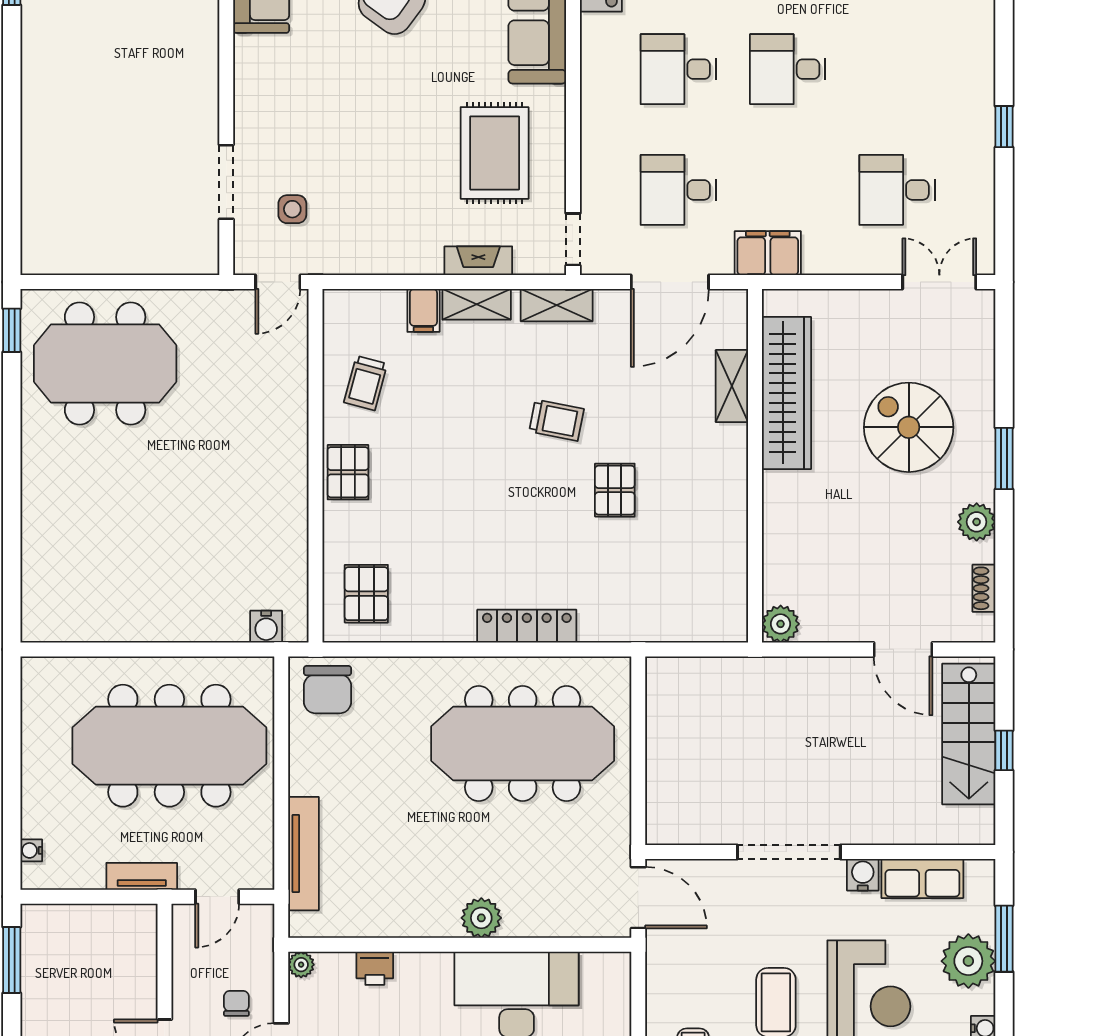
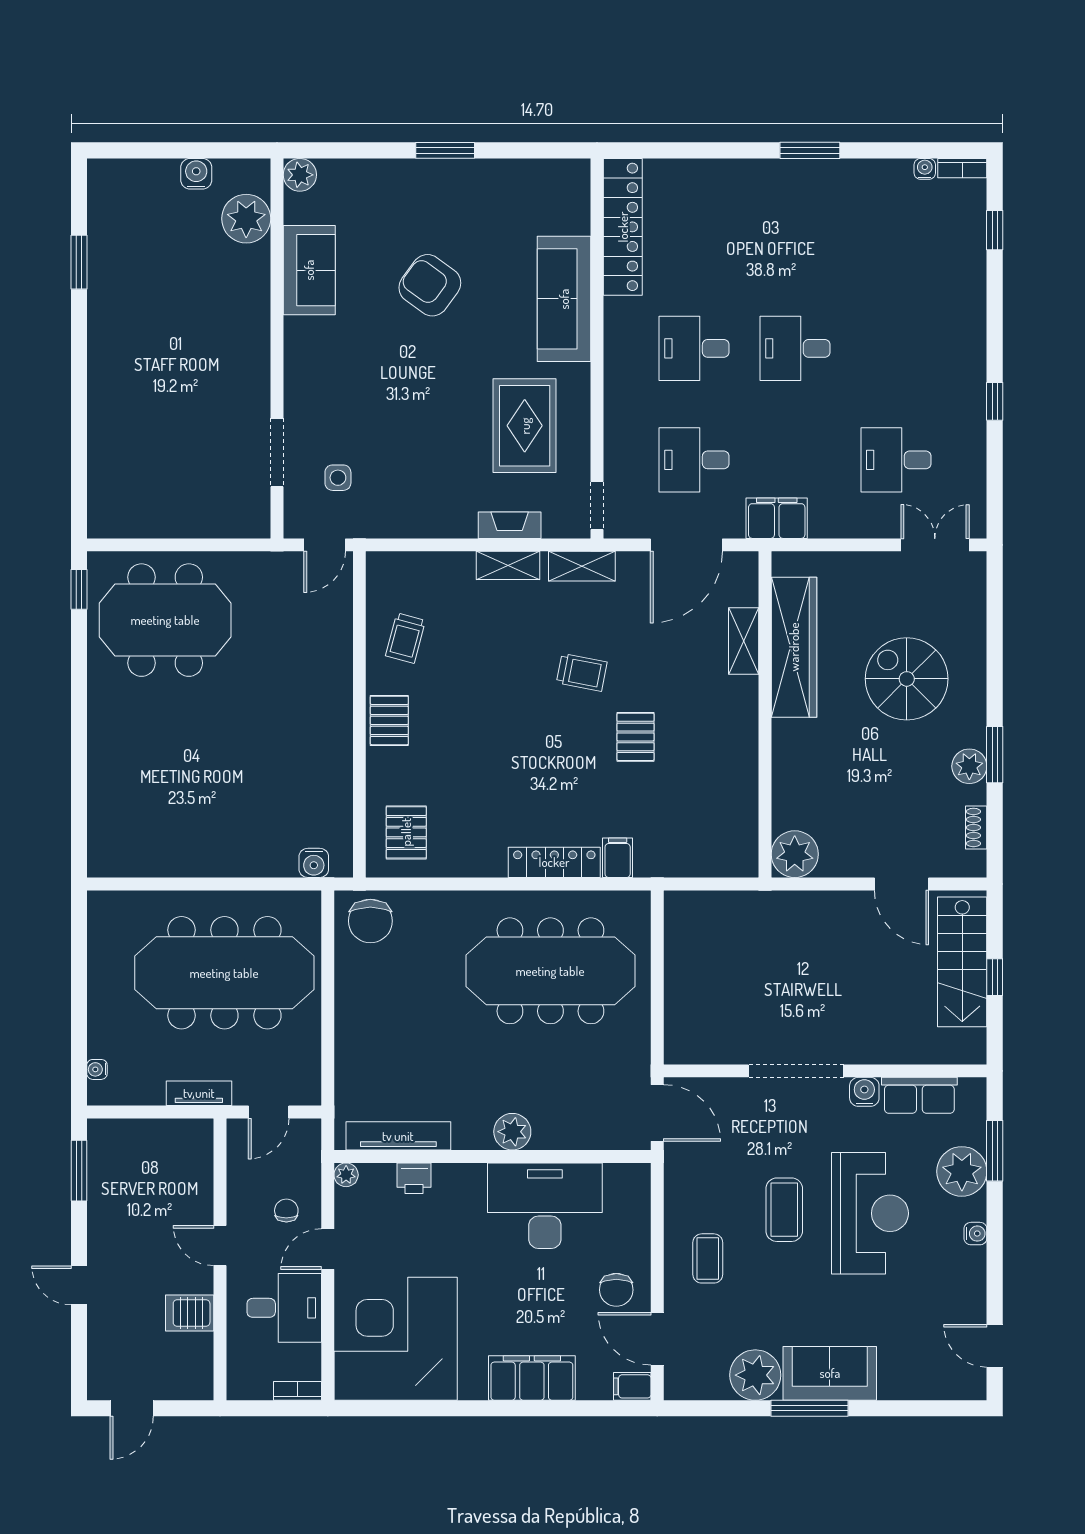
filing cabinet: (423, 310) -> (618, 858), moved, turned 180
window: (1004, 459) -> (995, 755), moved
plant: (781, 624) -> (795, 854), width x1.36, depth x1.36
tv unit: (303, 854) -> (398, 1136), moved, turned -90

